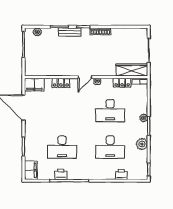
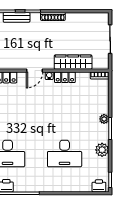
wardrobe: (132, 70) -> (73, 62), moved
locker: (122, 83) -> (65, 77), moved
desk: (110, 111) -> (65, 110), removed
printer: (121, 174) -> (99, 186), moved

